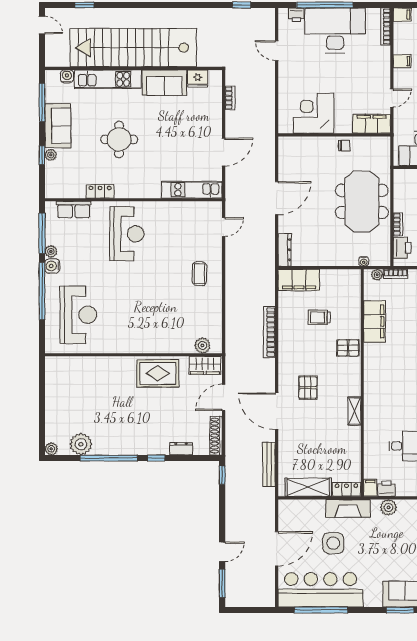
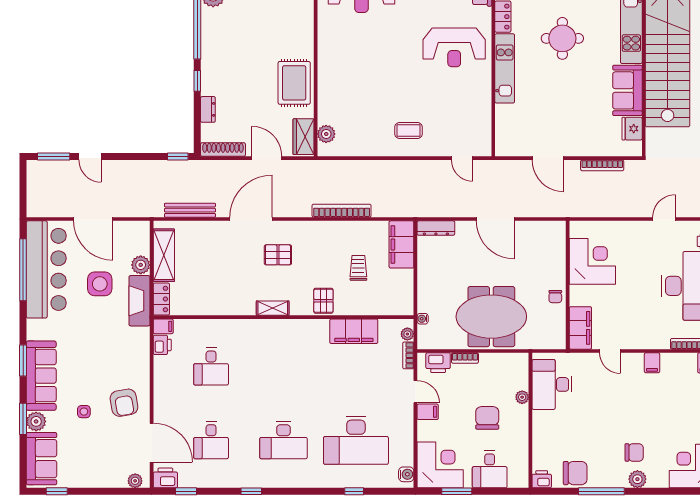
bookcase: (230, 98) -> (602, 165), width x1.56
kitchen unit: (192, 190) -> (505, 68), moved
shelving: (354, 411) -> (273, 308), moved
plant: (389, 507) -> (141, 265), moved

